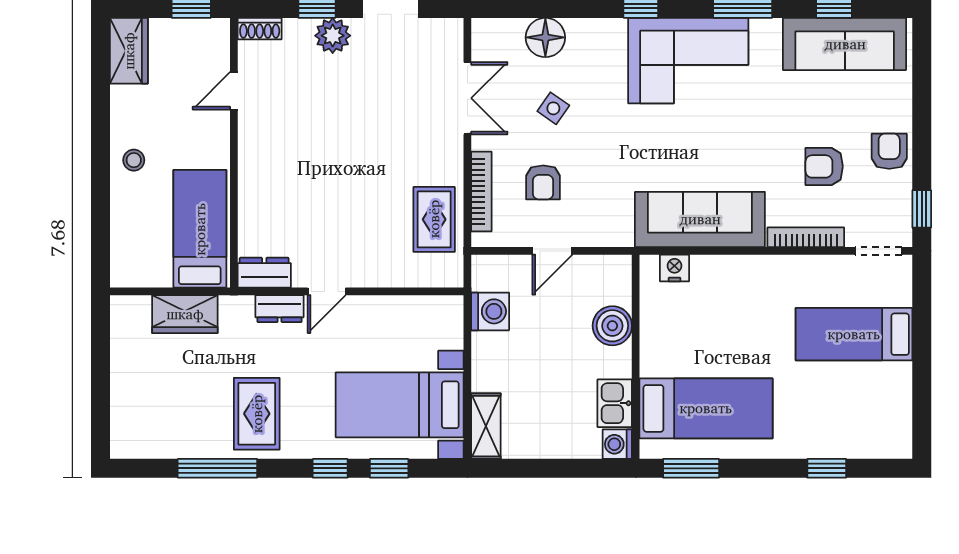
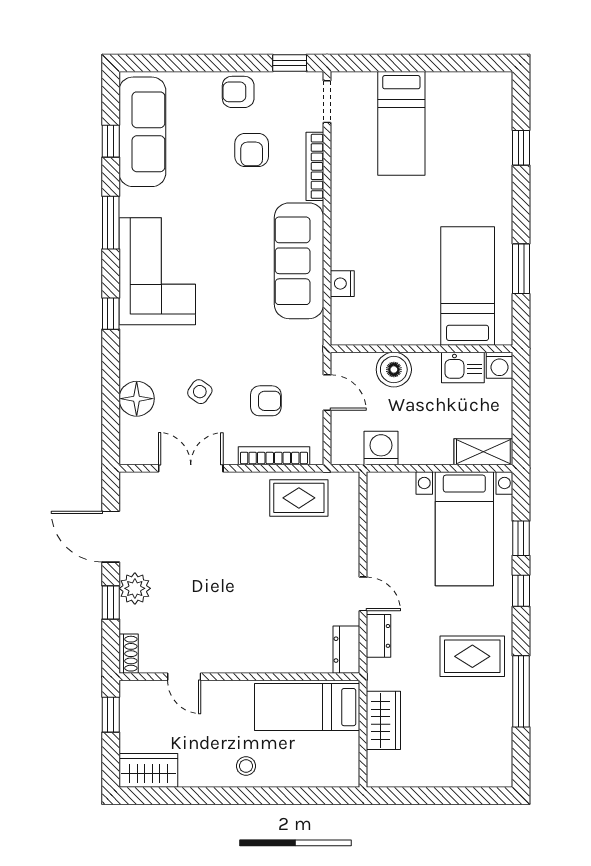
boiler: (612, 326) -> (394, 370), moved
wall: (636, 357) -> (421, 349), moved
kitchen sink: (615, 403) -> (463, 367), moved
bed: (706, 408) -> (468, 286), moved
washing machine: (617, 444) -> (500, 365), moved

